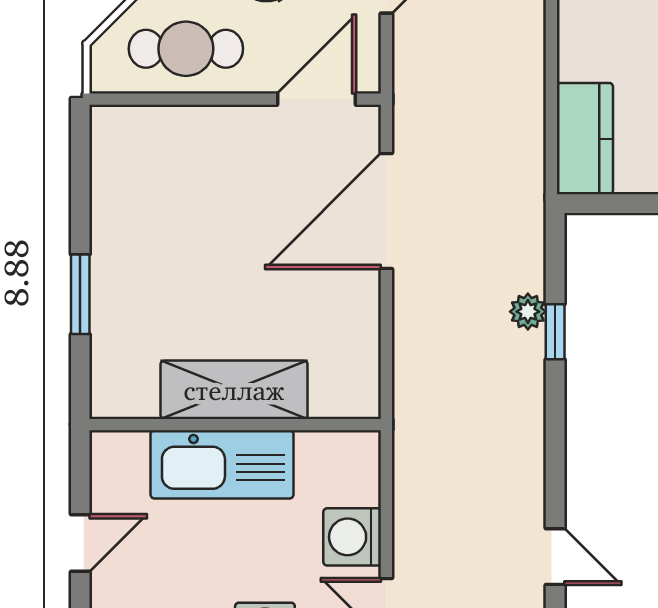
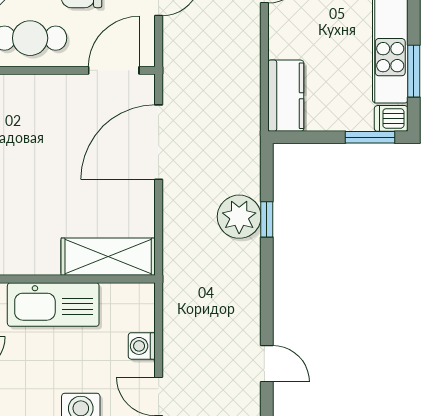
plant: (528, 312) -> (239, 217), width x1.88, depth x1.88
shelving: (234, 390) -> (108, 257), moved
washing machine: (352, 537) -> (142, 346), width x0.73, depth x0.73

